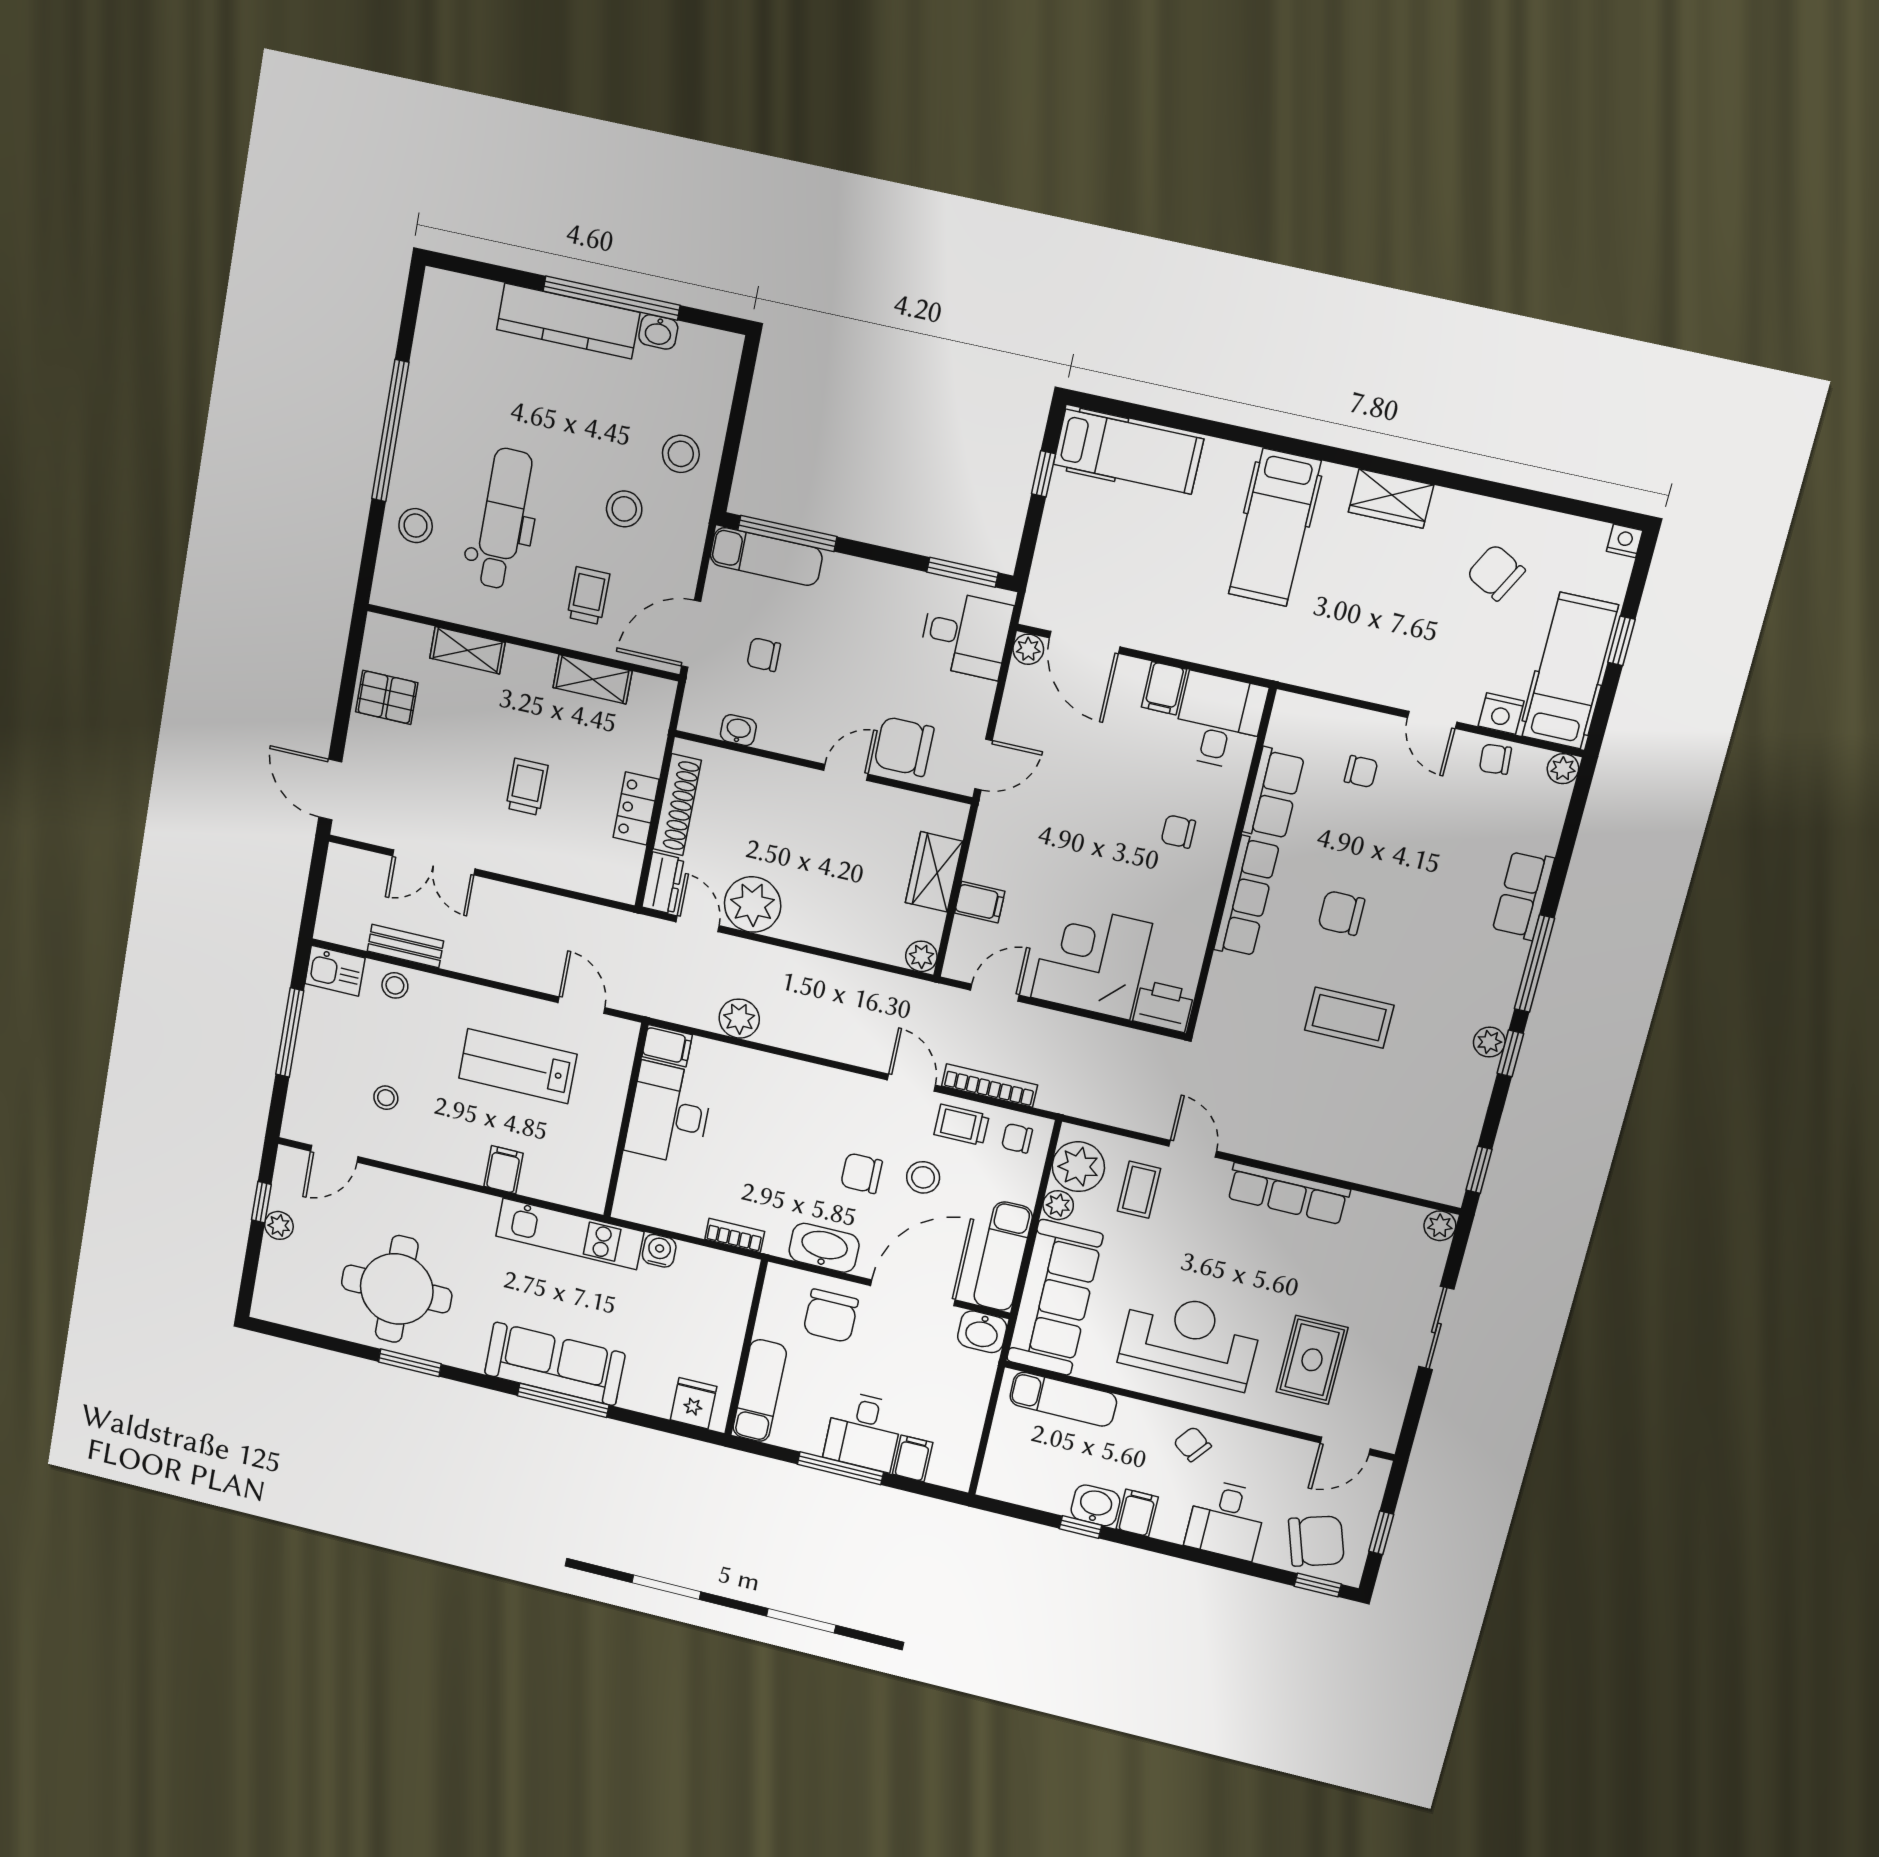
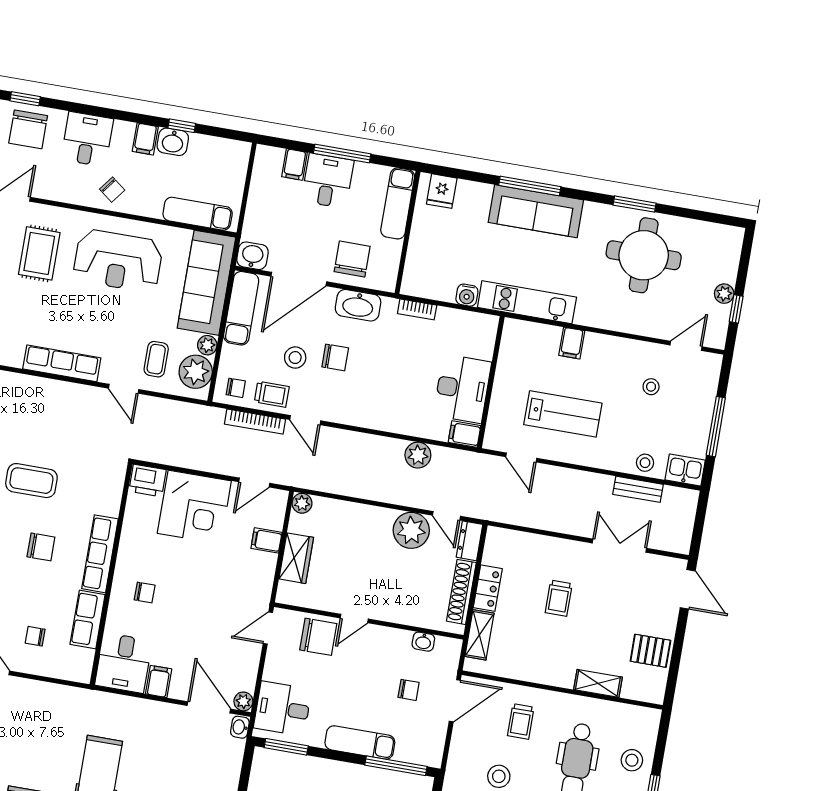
exam couch: (766, 556) -> (360, 743), moved
washbasin: (1036, 608) -> (240, 727), added
shelving: (593, 679) -> (479, 635), moved, turned 90
chair: (1316, 1541) -> (28, 129), turned -72

